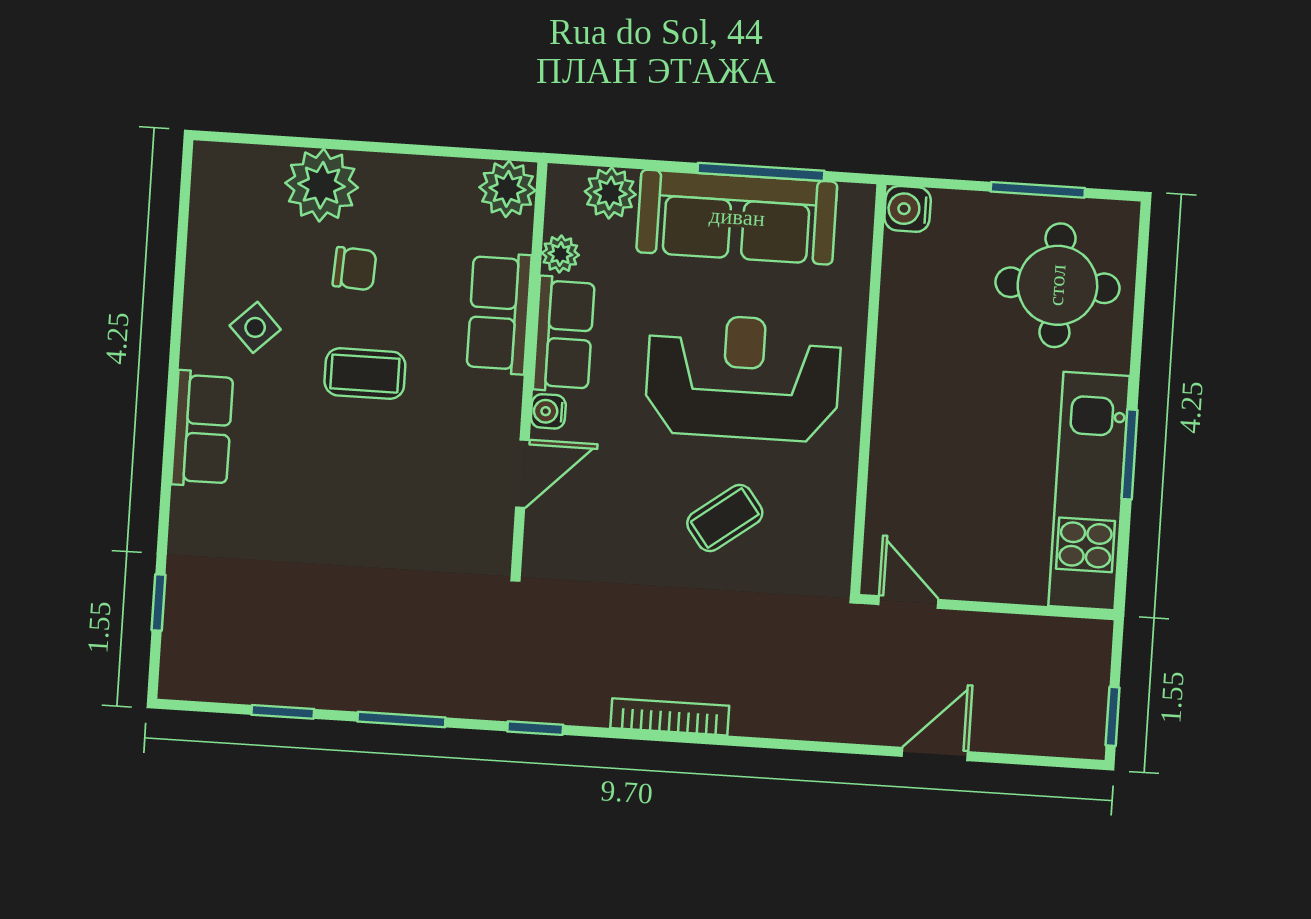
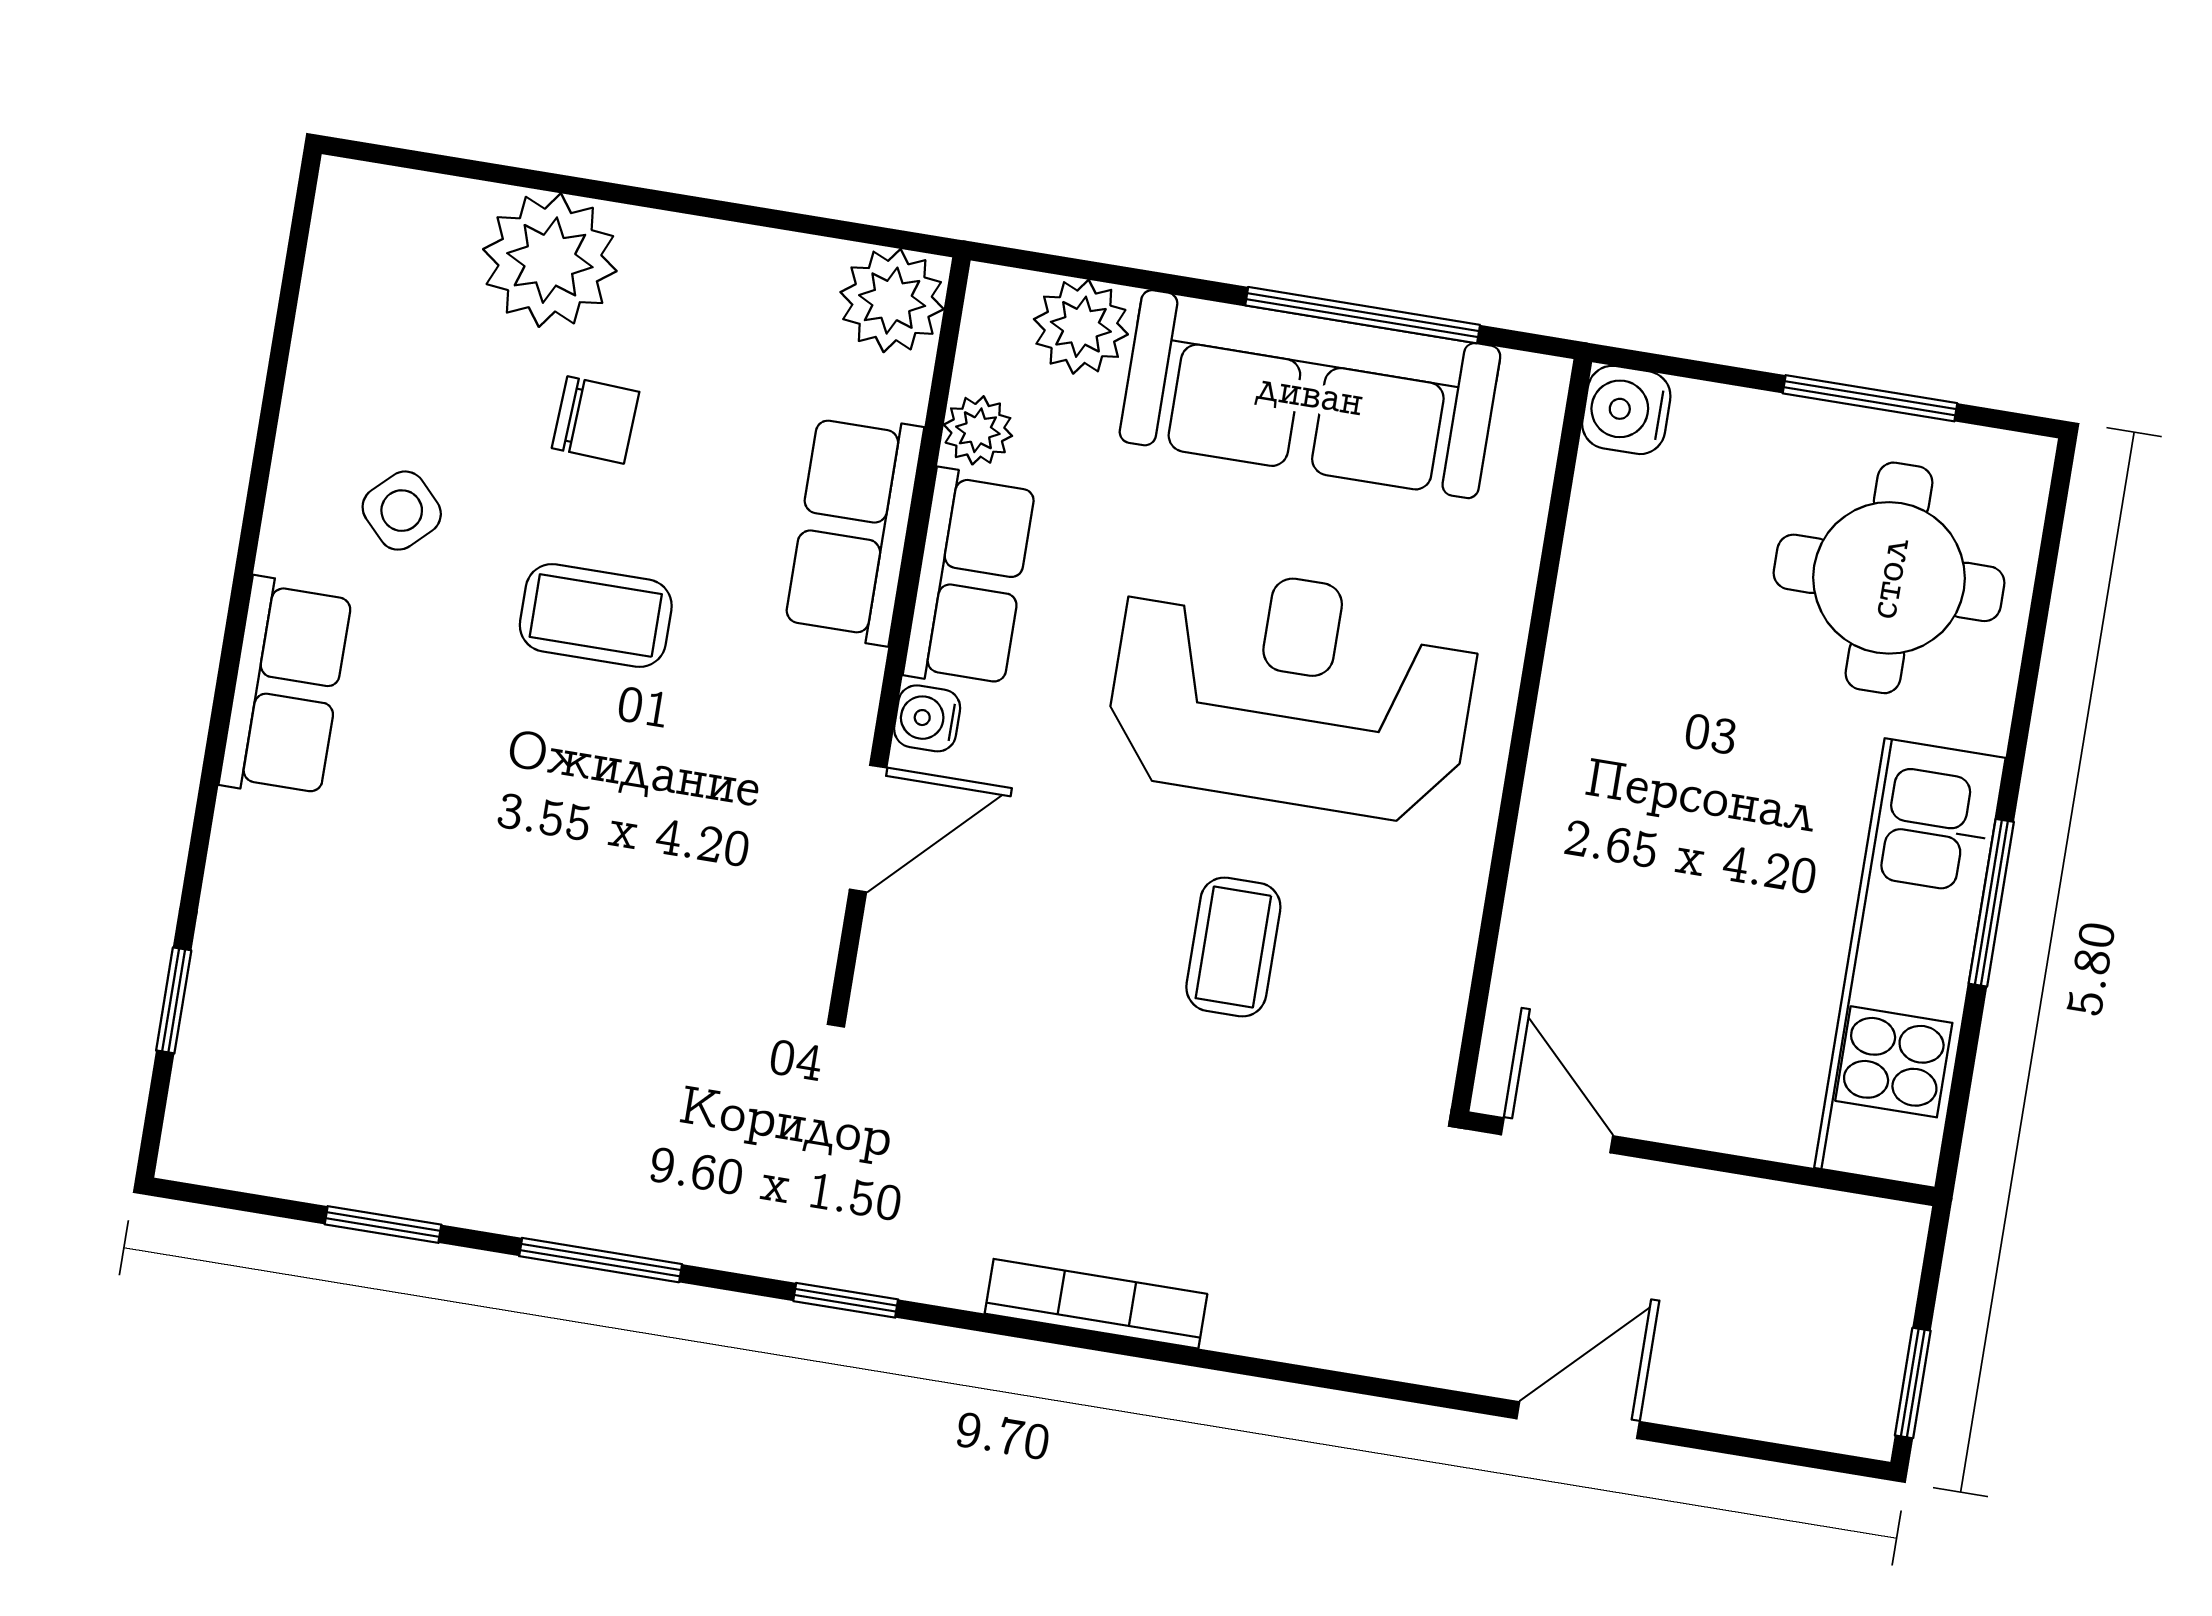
coffee table: (725, 518) -> (1233, 947), turned -53

